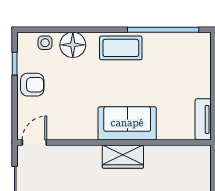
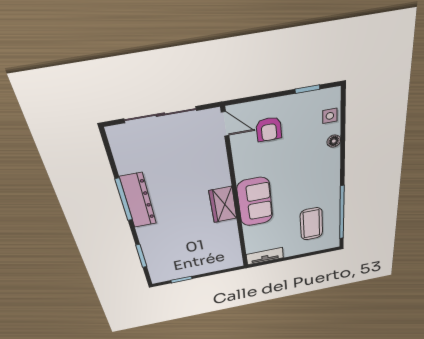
floor lamp: (73, 45) -> (334, 141), width x0.53, depth x0.53
coffee table: (121, 48) -> (311, 224), moved
armchair: (32, 85) -> (269, 129), moved

